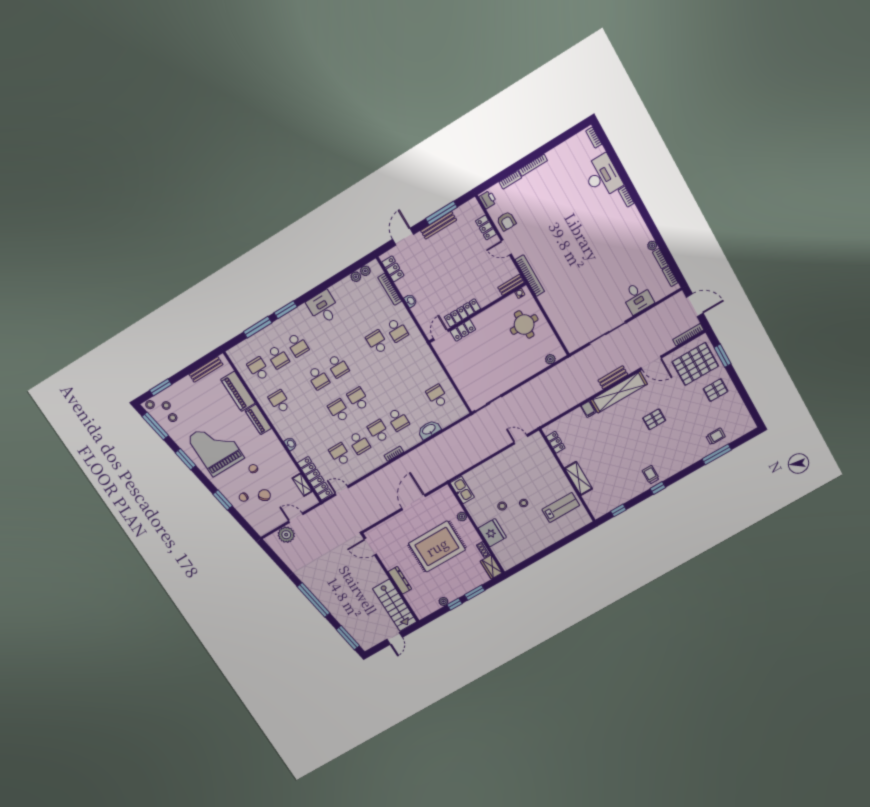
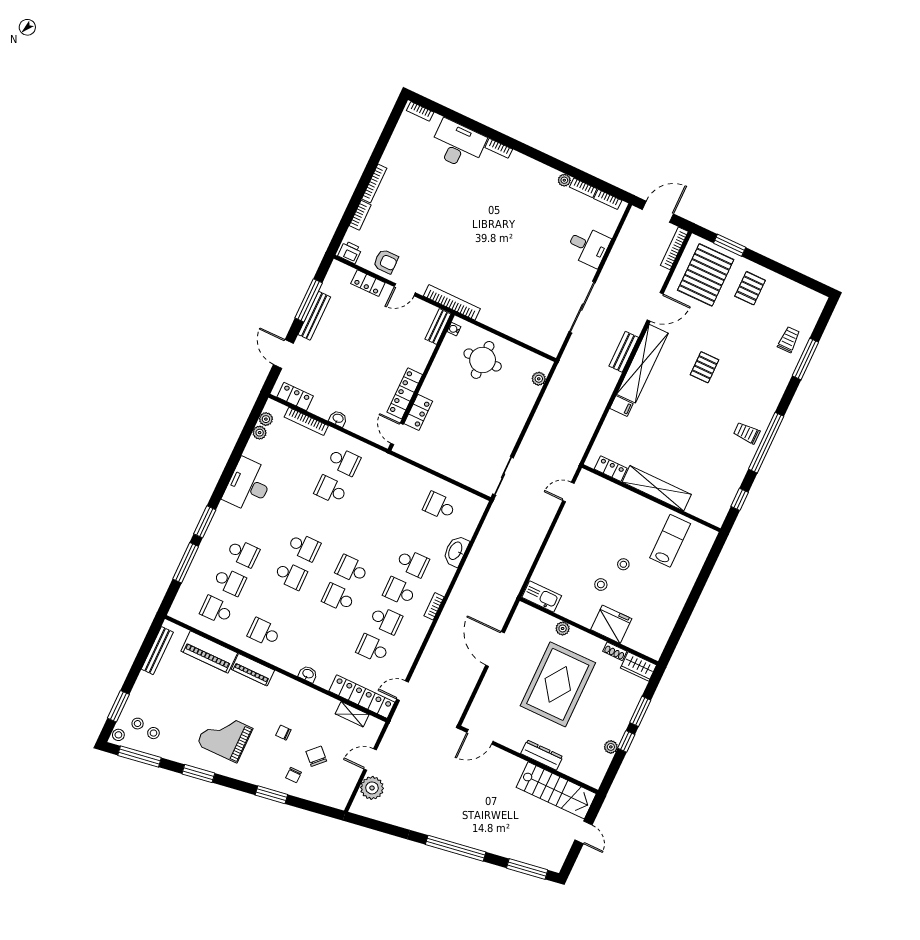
desk: (323, 308) -> (248, 485), width x1.37
grand piano: (216, 448) -> (225, 736), width x0.73, depth x0.68
shelving: (579, 478) -> (657, 488), width x1.47
window: (658, 488) -> (766, 443), width x3.17

